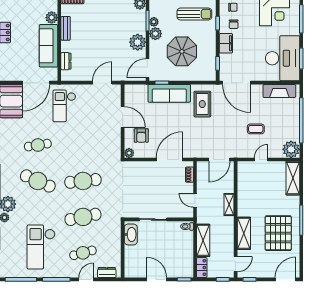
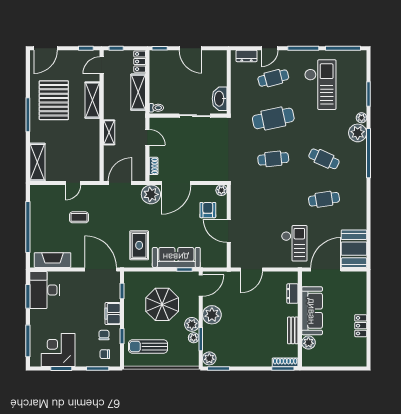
desk: (283, 58) -> (44, 290), width x0.73, depth x0.77
plant: (291, 149) -> (151, 194), moved
cafe table: (38, 181) -> (324, 159), width x0.73, depth x0.74
cafe table: (83, 181) -> (273, 159), width x0.73, depth x0.74

